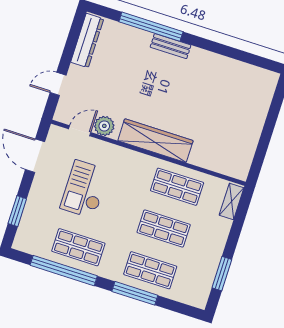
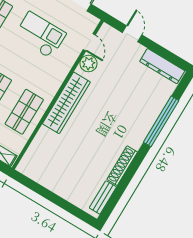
bench: (171, 46) -> (103, 197), moved
shoe rack: (212, 59) -> (122, 166), added

